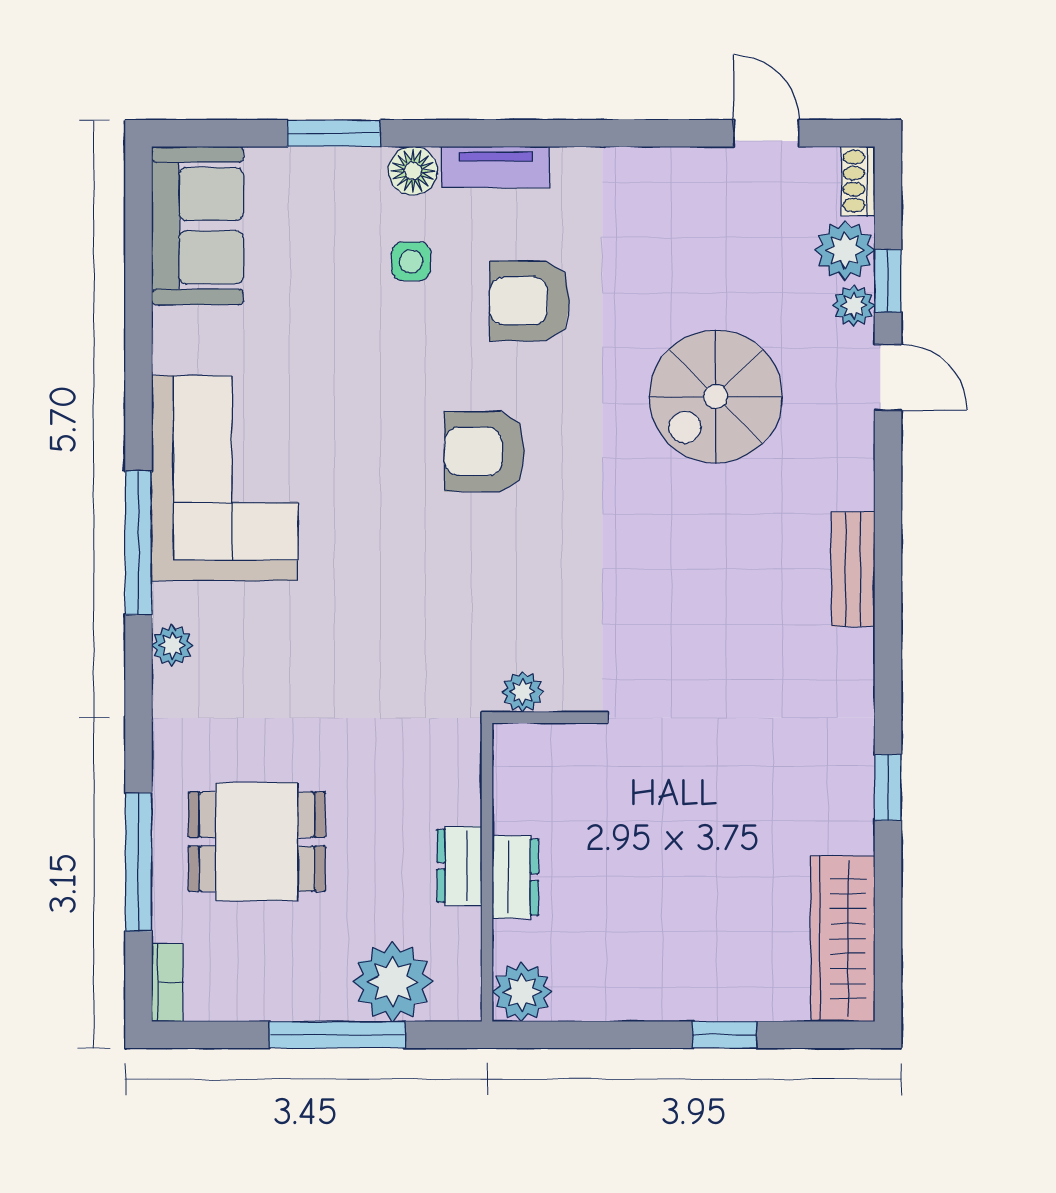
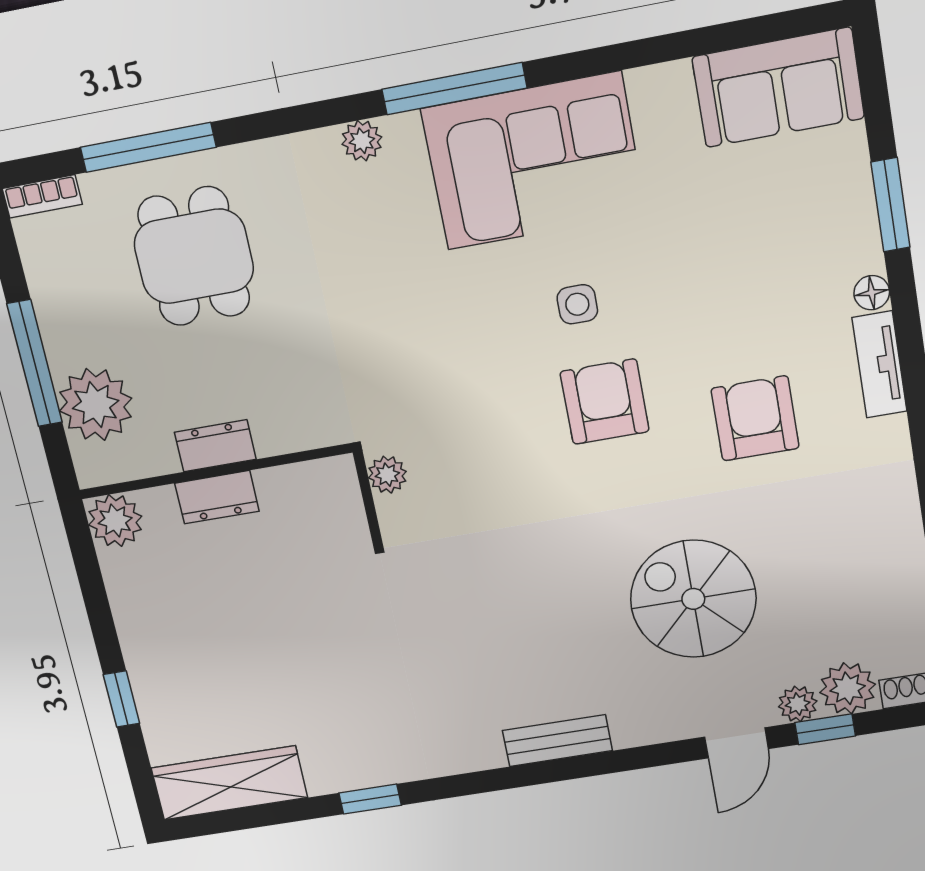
floor lamp: (413, 171) -> (872, 293), width x0.73, depth x0.73
side table: (411, 261) -> (577, 304), moved

